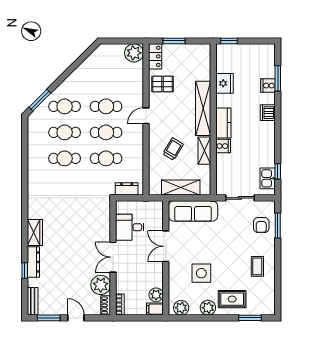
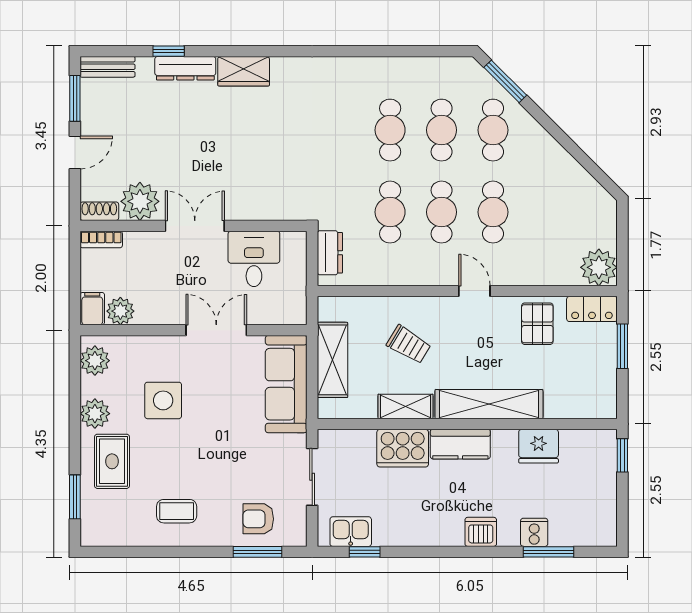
cooker: (223, 146) -> (403, 448), width x1.87, depth x1.31

